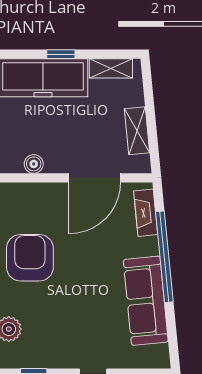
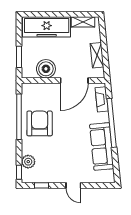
window: (61, 54) -> (56, 14), removed
boiler: (34, 164) -> (46, 69), width x1.86, depth x1.86

